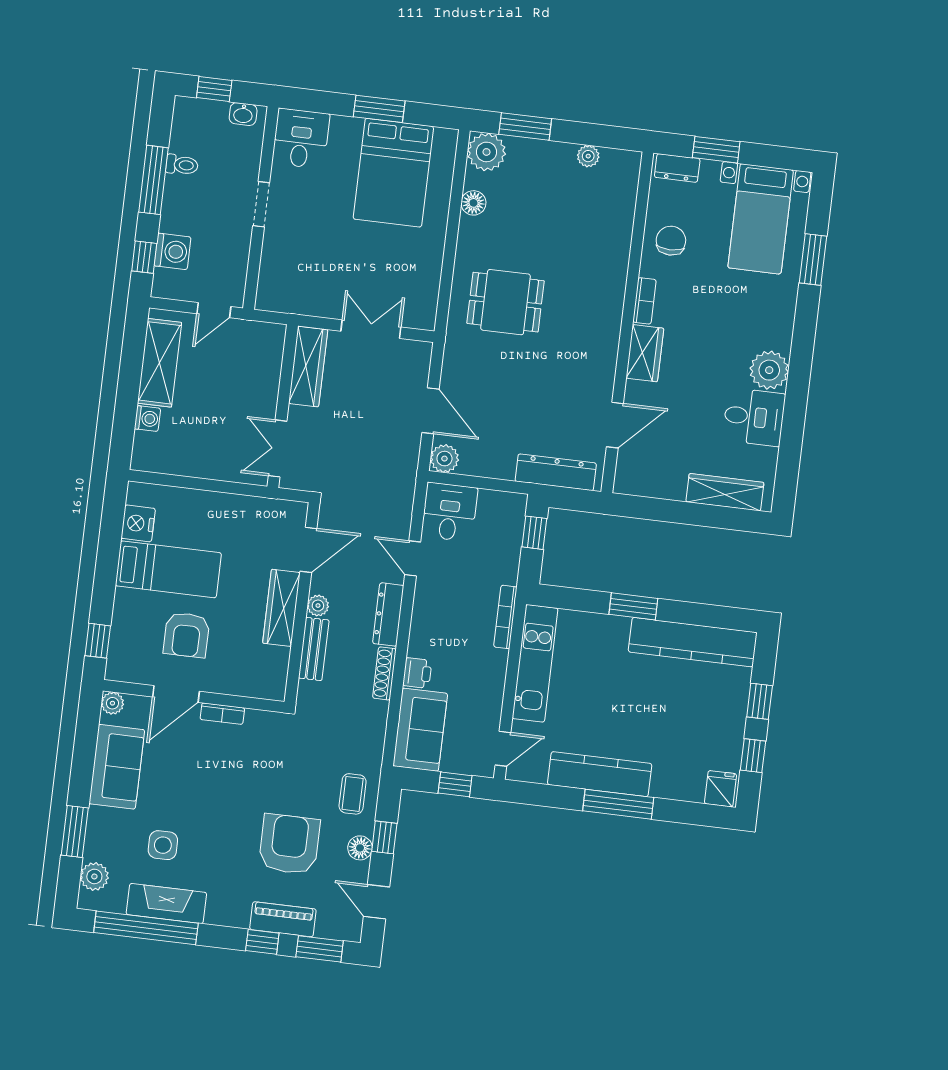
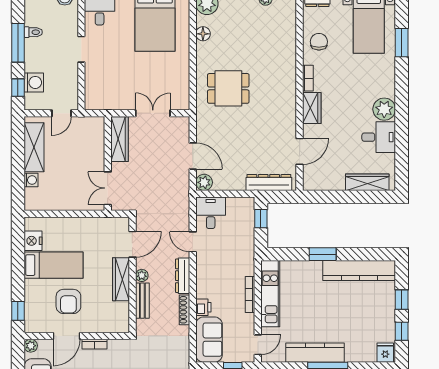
bookcase: (505, 617) -> (250, 295), moved

